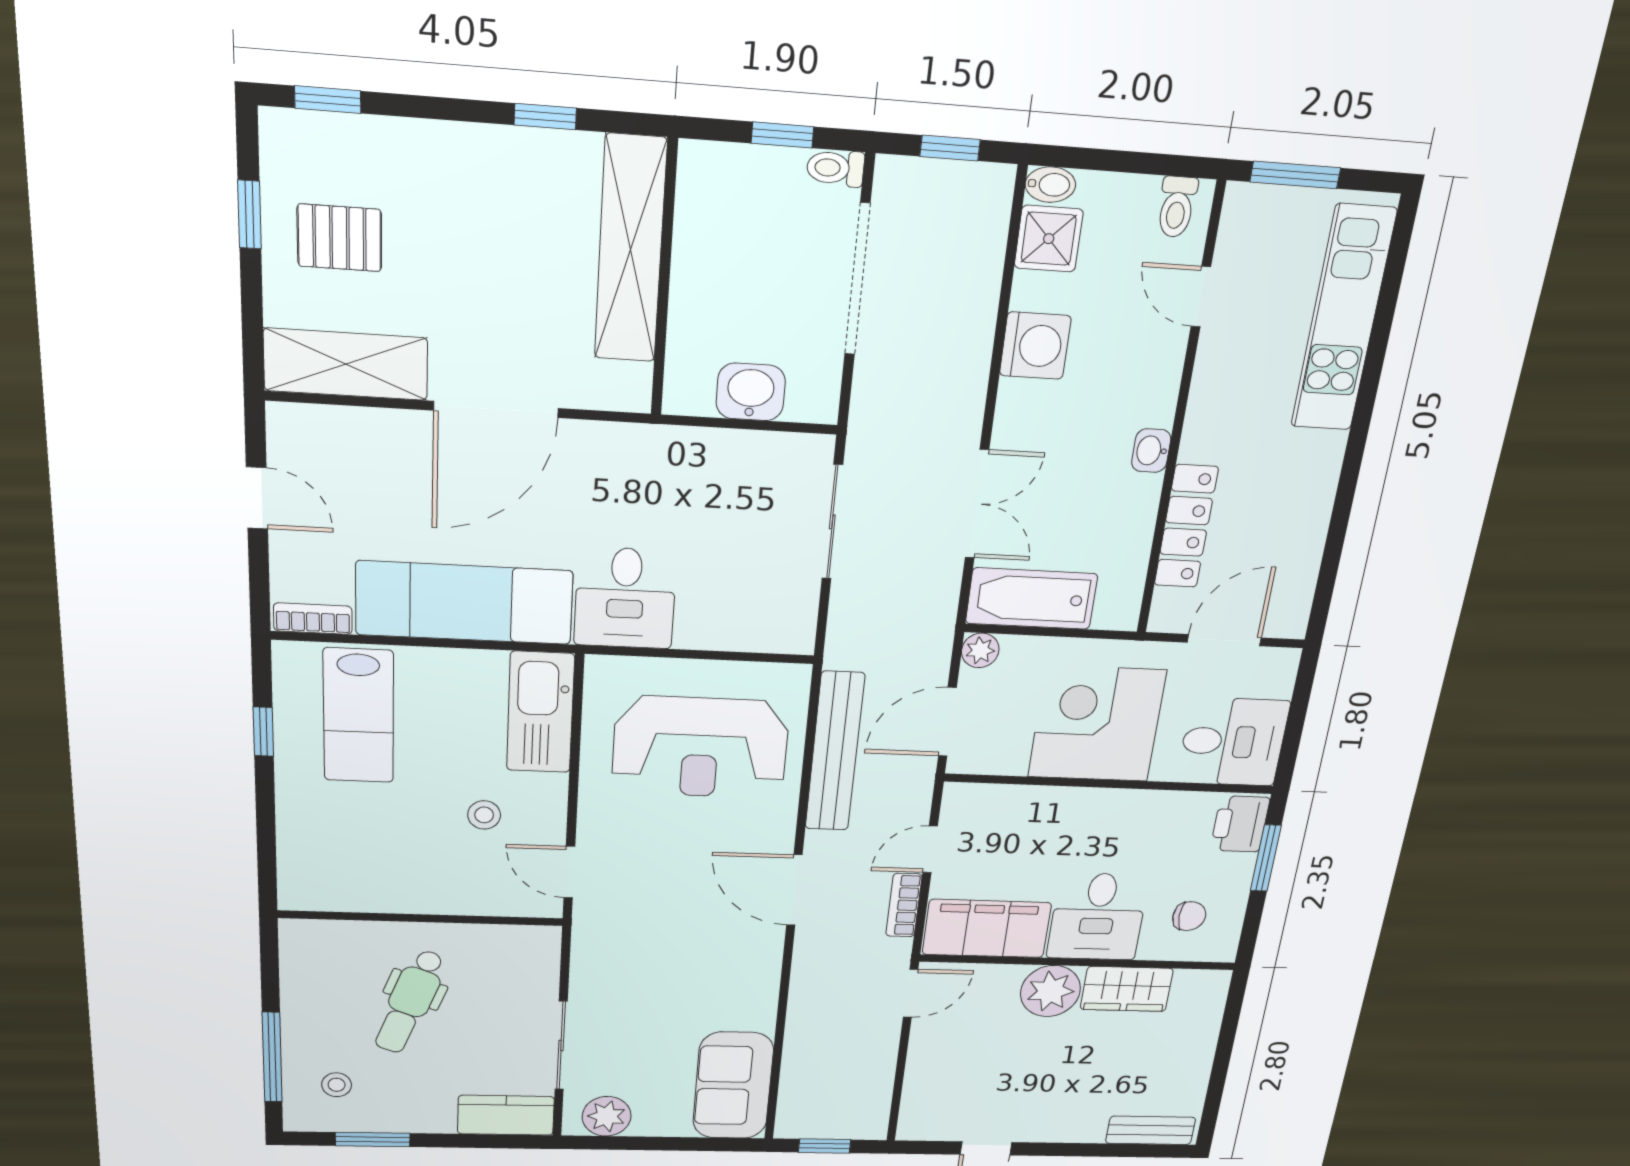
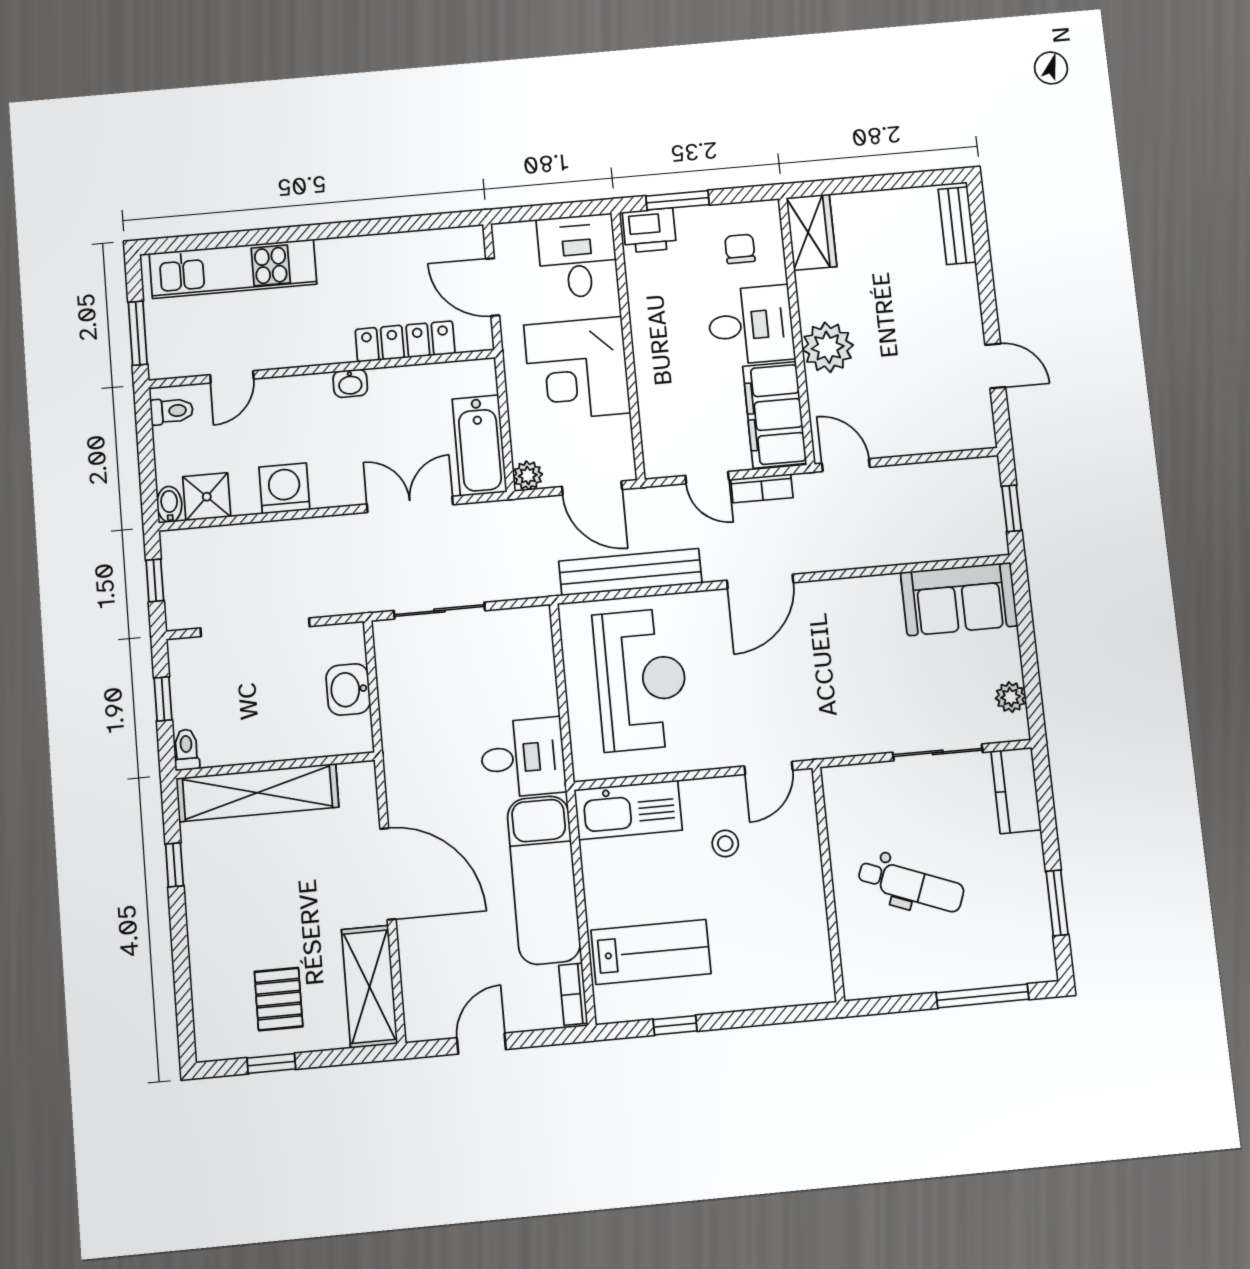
window: (328, 100) -> (185, 1015), removed
toilet: (835, 168) -> (186, 750), moved, turned 180
wardrobe: (1127, 989) -> (812, 232), moved
stool: (337, 1085) -> (1004, 939), removed
plant: (607, 1116) -> (1011, 697), width x0.73, depth x0.73

